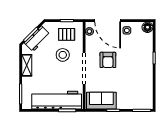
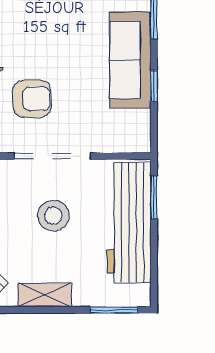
stool: (63, 55) -> (53, 216), moved
sofa: (101, 101) -> (130, 60), moved, width x1.36

